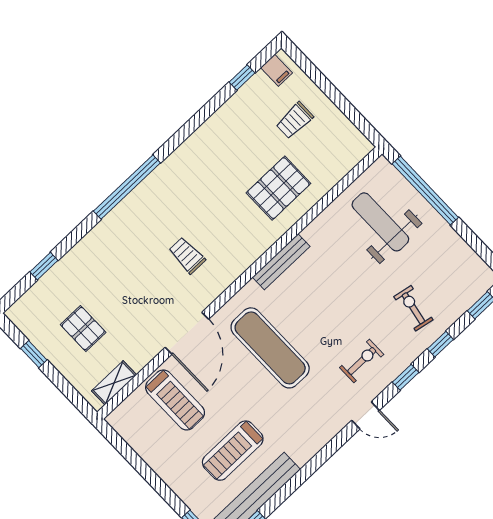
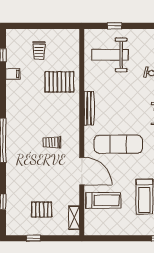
filing cabinet: (276, 70) -> (13, 74), moved
pallet: (278, 188) -> (59, 82), turned 90
window: (425, 191) -> (115, 26), width x0.32

